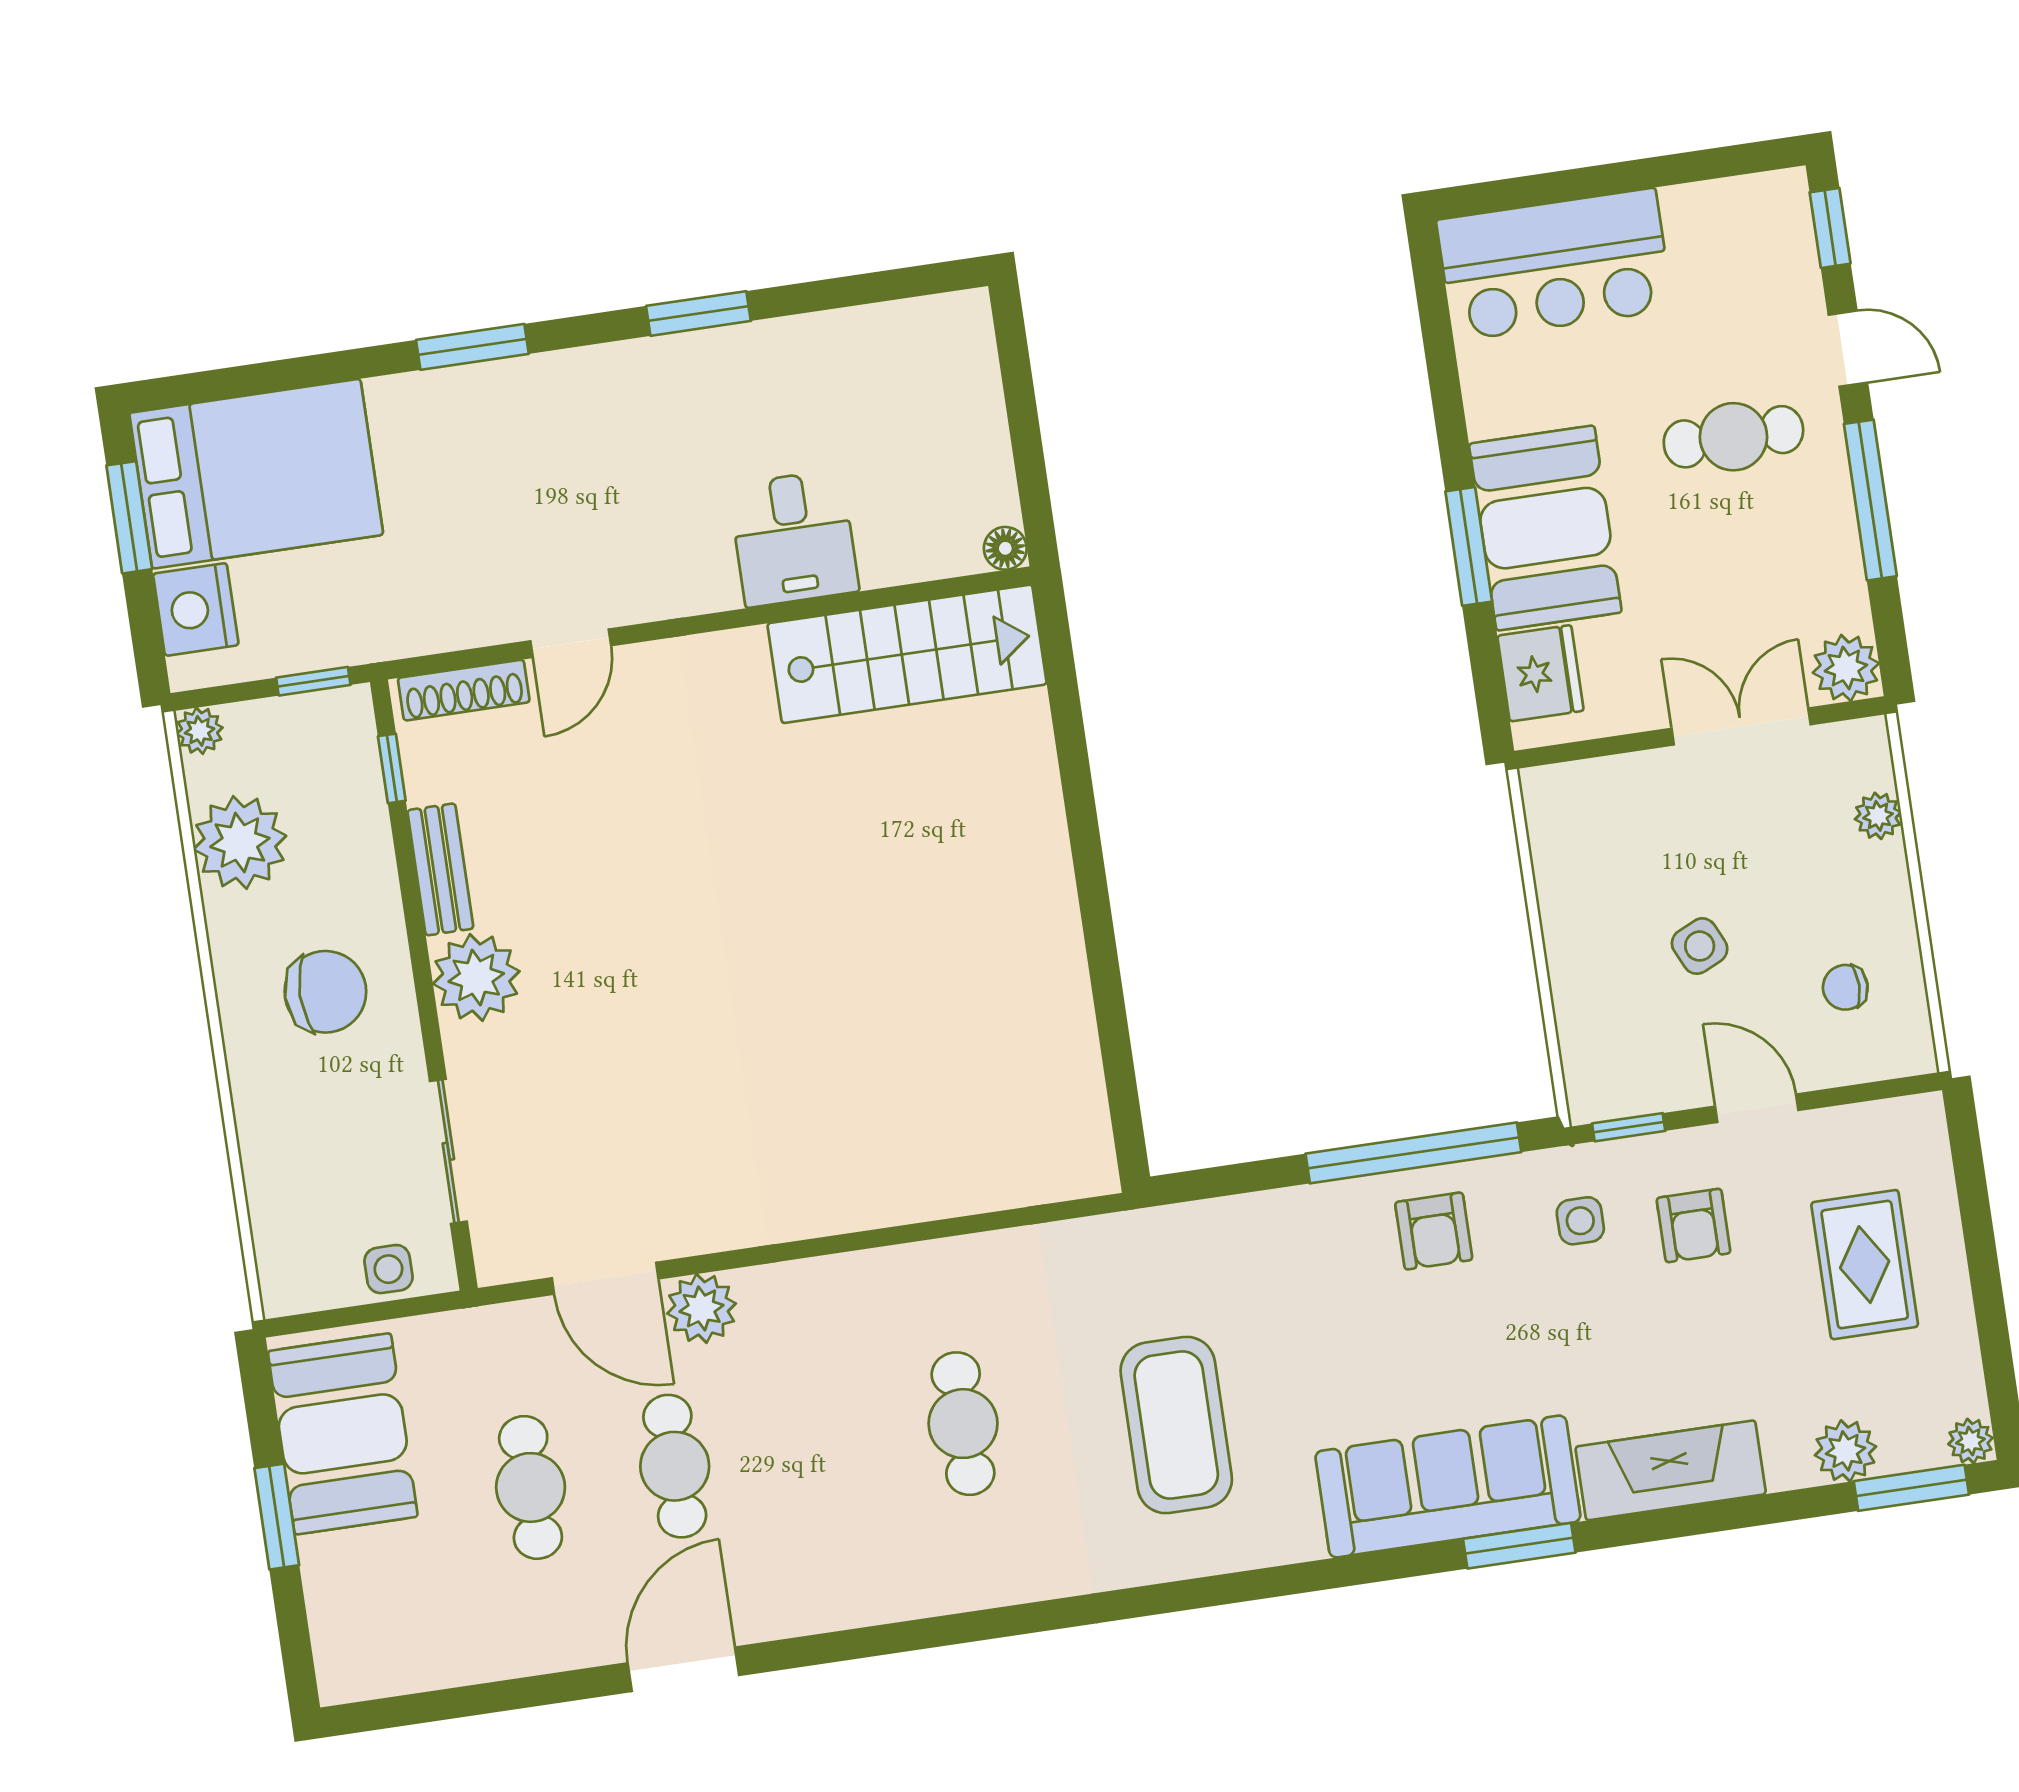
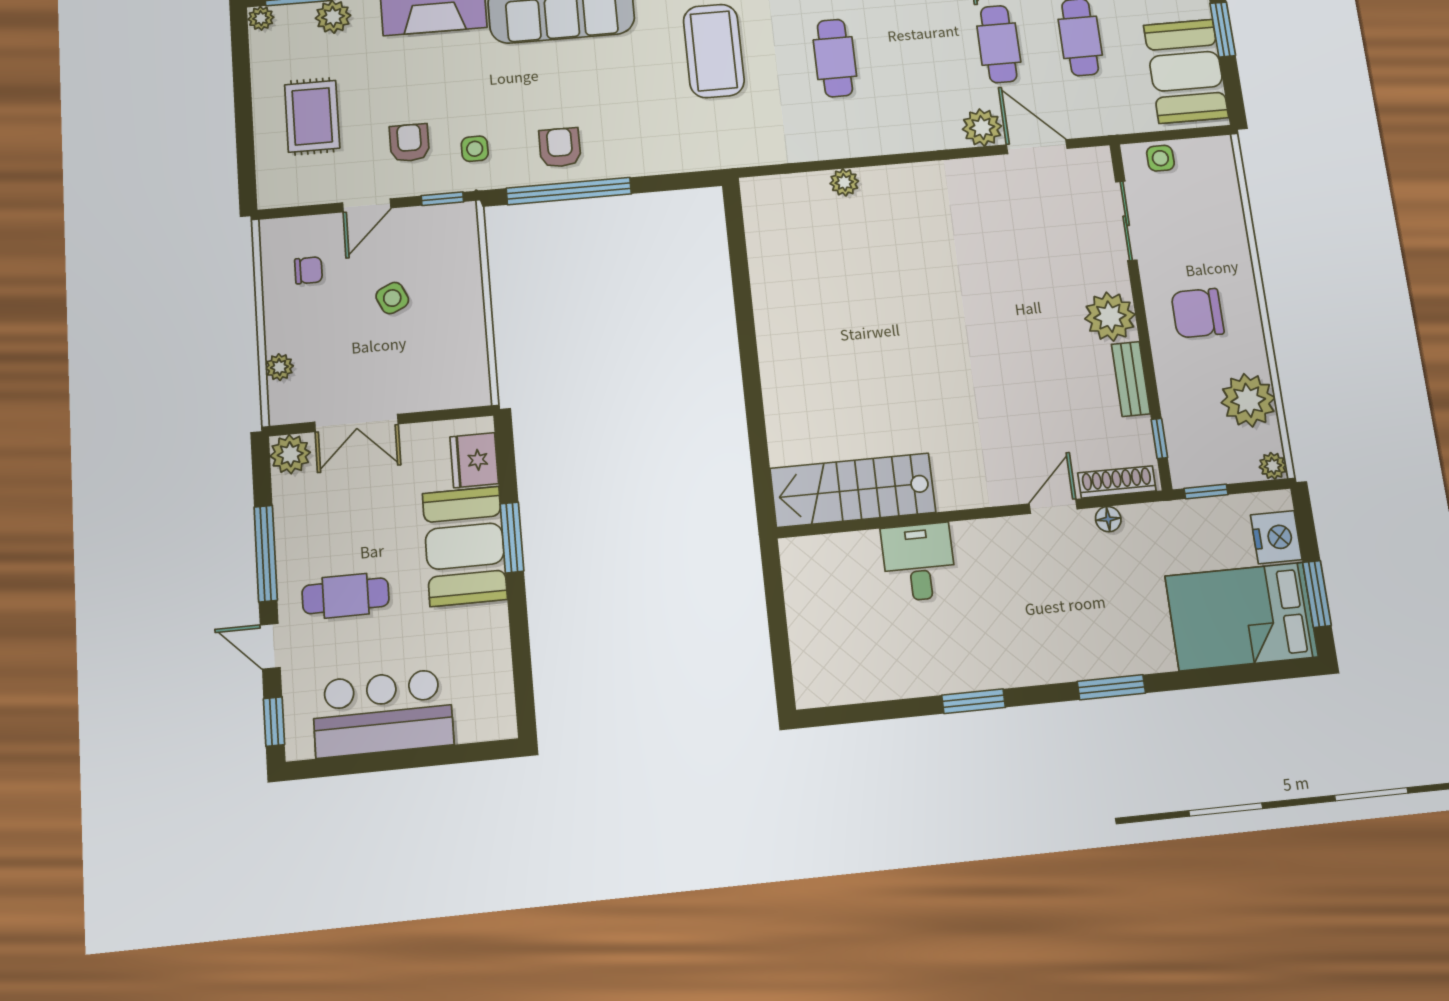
bar counter: (1555, 265) -> (383, 713), moved
floor lamp: (1005, 548) -> (1108, 519), moved
door: (1757, 1108) -> (367, 205), hinge flipped
plant: (939, 1195) -> (844, 182), added

